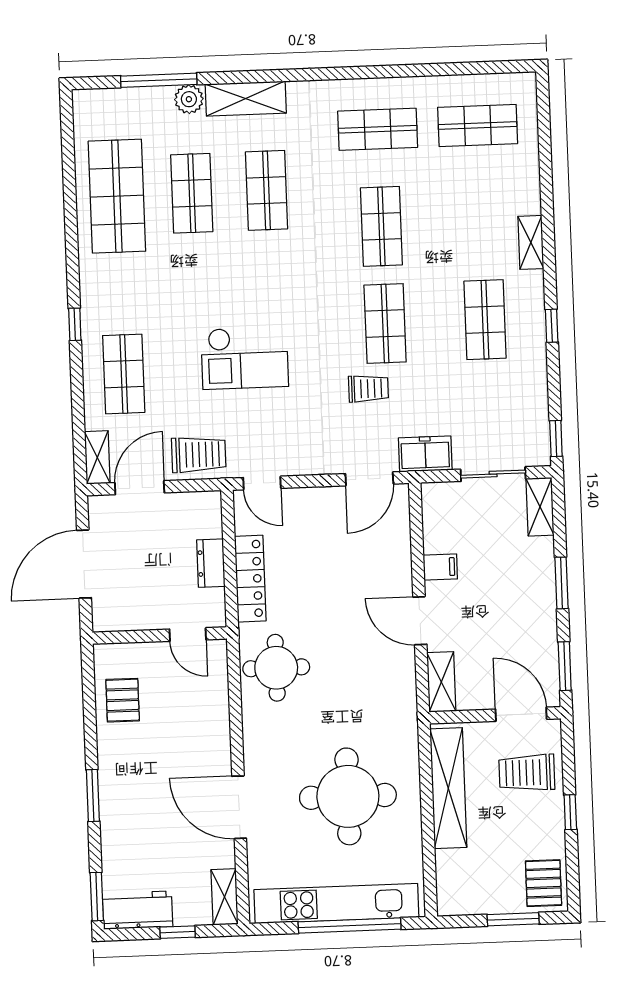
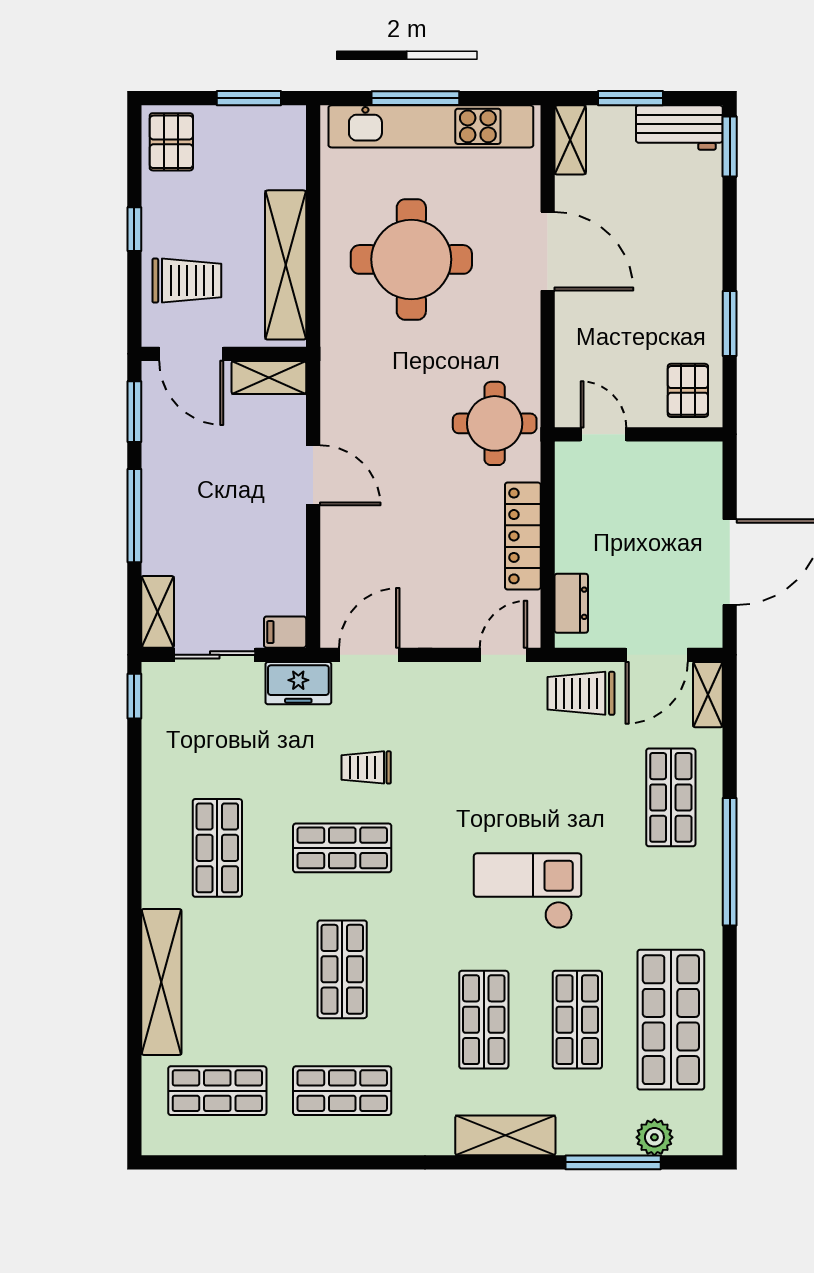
plant: (189, 99) -> (654, 1137), moved
shelving: (531, 242) -> (161, 982), width x2.20, depth x1.33
window: (75, 324) -> (730, 862), width x3.17
shop shelf: (385, 324) -> (342, 848), turned 90
window: (552, 326) -> (134, 837), removed
checkout: (245, 358) -> (528, 891), moved
door: (262, 483) -> (503, 655), hinge flipped
dresser: (211, 563) -> (571, 603), moved
filing cabinet: (440, 567) -> (285, 632), moved
window: (562, 583) -> (134, 516), width x1.44
door: (188, 634) -> (603, 434), moved
wall: (160, 636) -> (639, 434), moved
shelving: (441, 682) -> (269, 377), moved, turned 90
window: (93, 796) -> (730, 323), moved
window: (513, 919) -> (249, 98), moved
window: (350, 926) -> (415, 98), width x0.68
window: (178, 932) -> (630, 98), width x1.50

